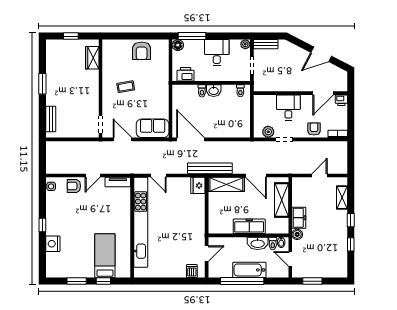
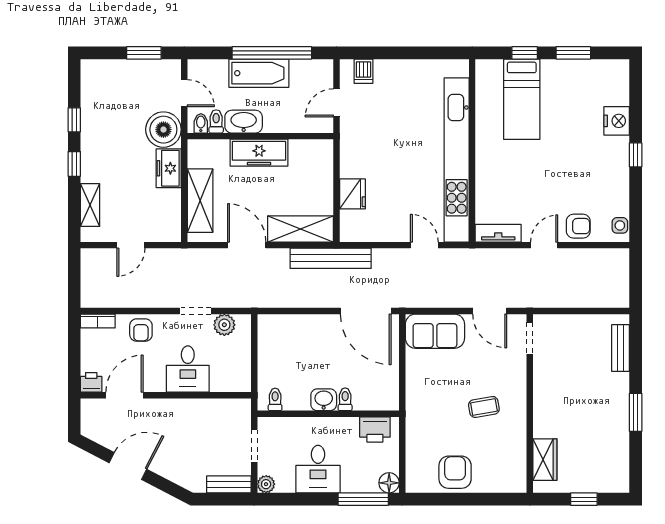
fridge: (198, 185) -> (352, 194), moved
boiler: (297, 234) -> (163, 130), width x1.86, depth x1.86

